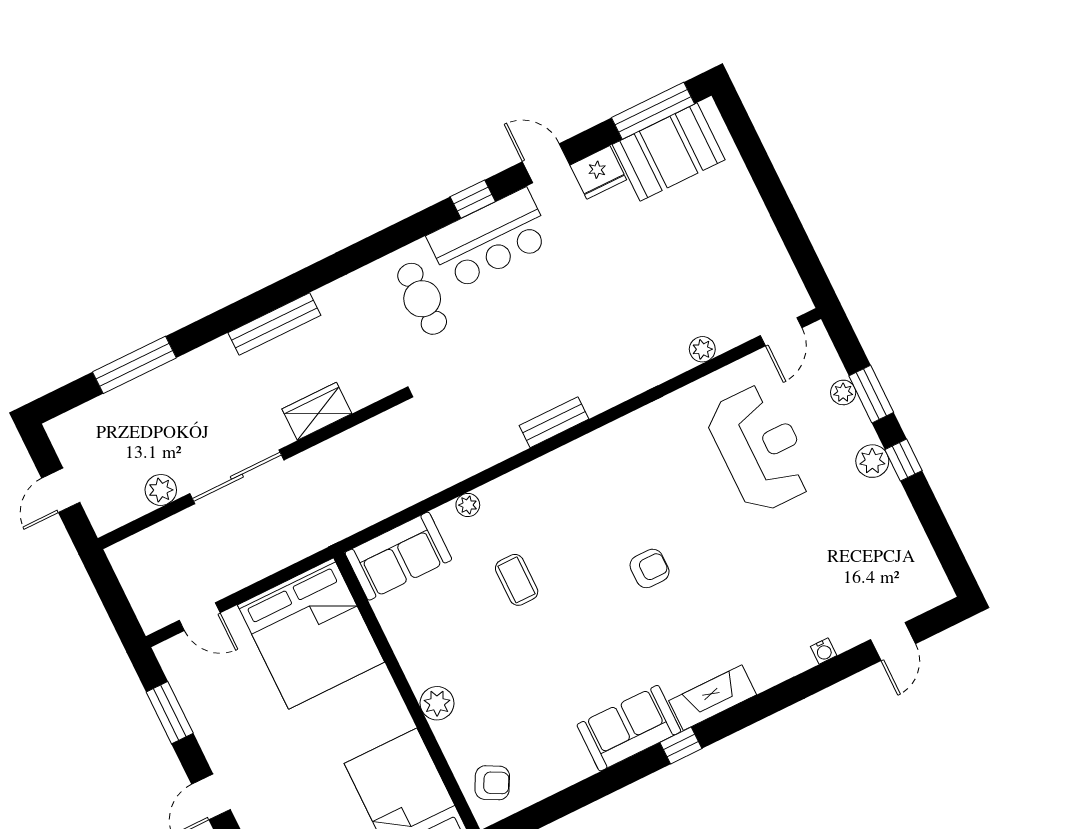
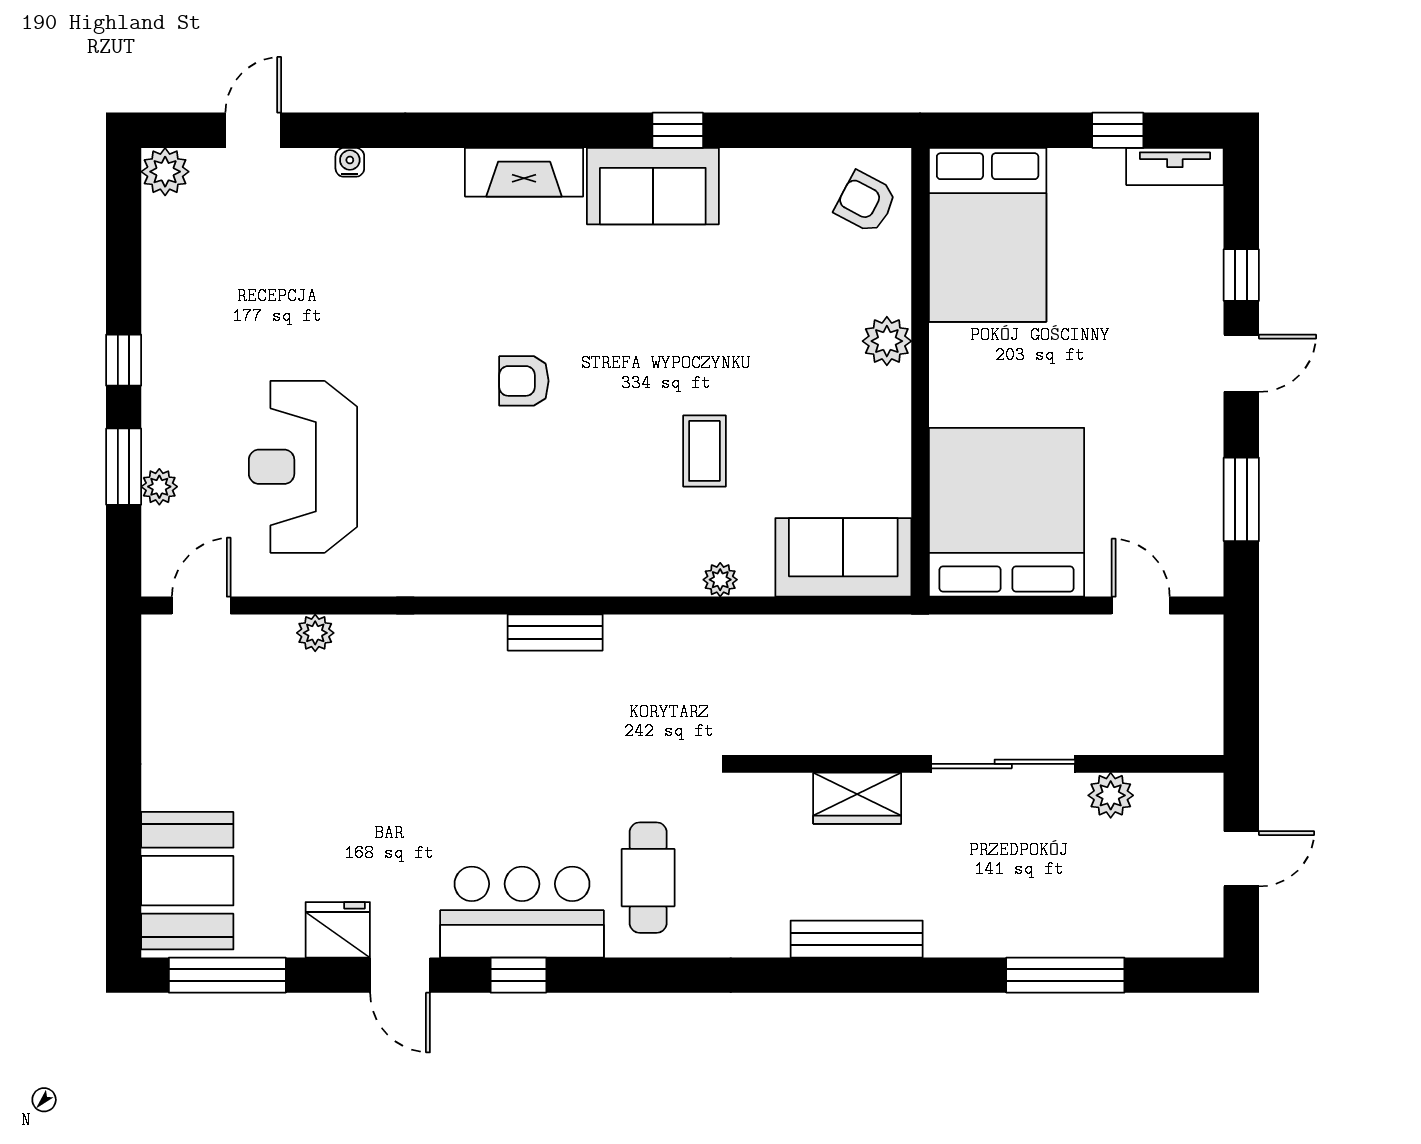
booth: (669, 152) -> (187, 881), moved, turned 90
plant: (872, 461) -> (165, 172), moved
window: (681, 746) -> (678, 130), moved

